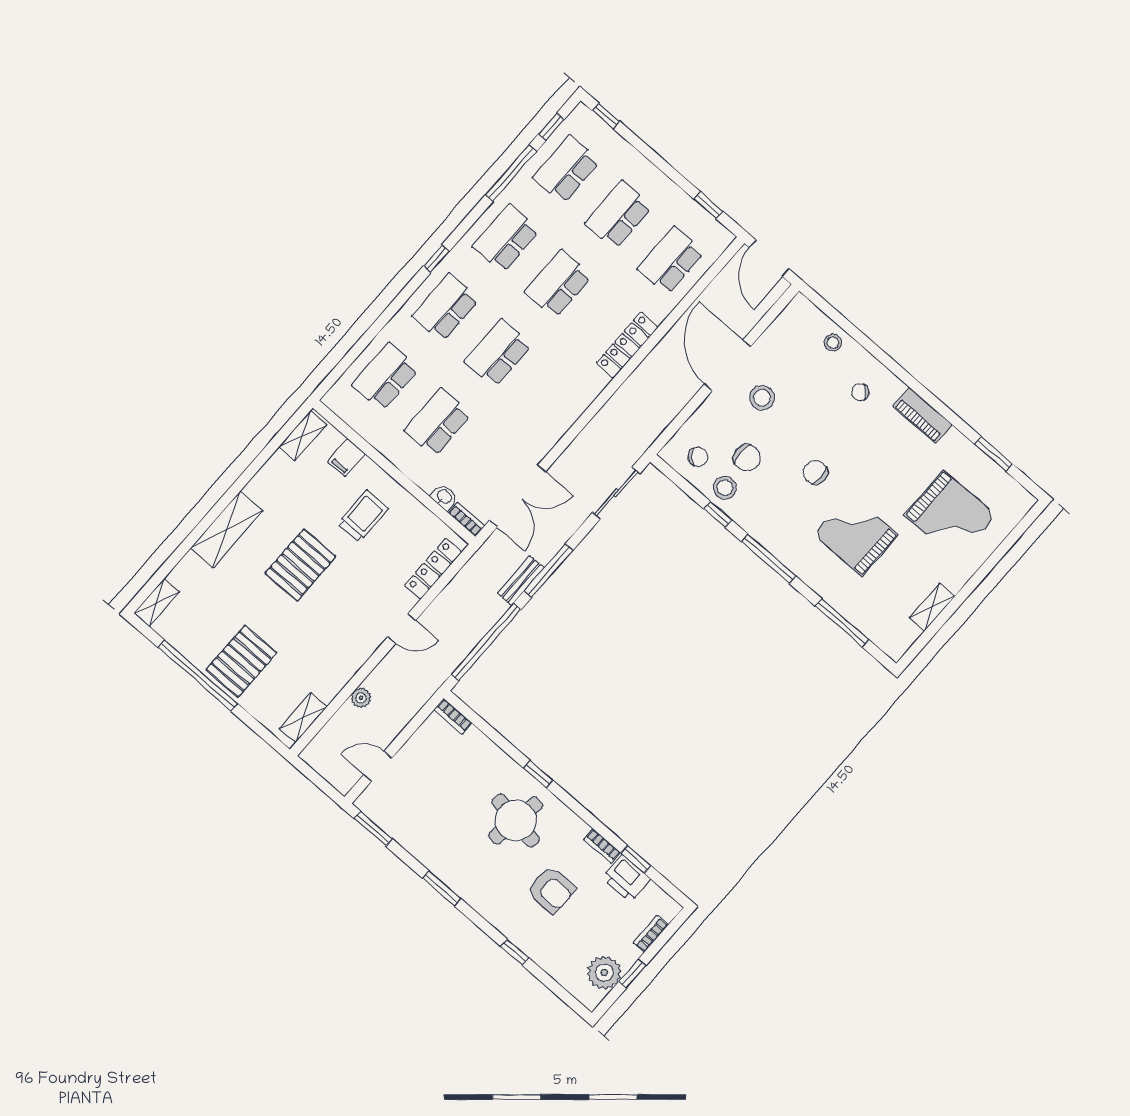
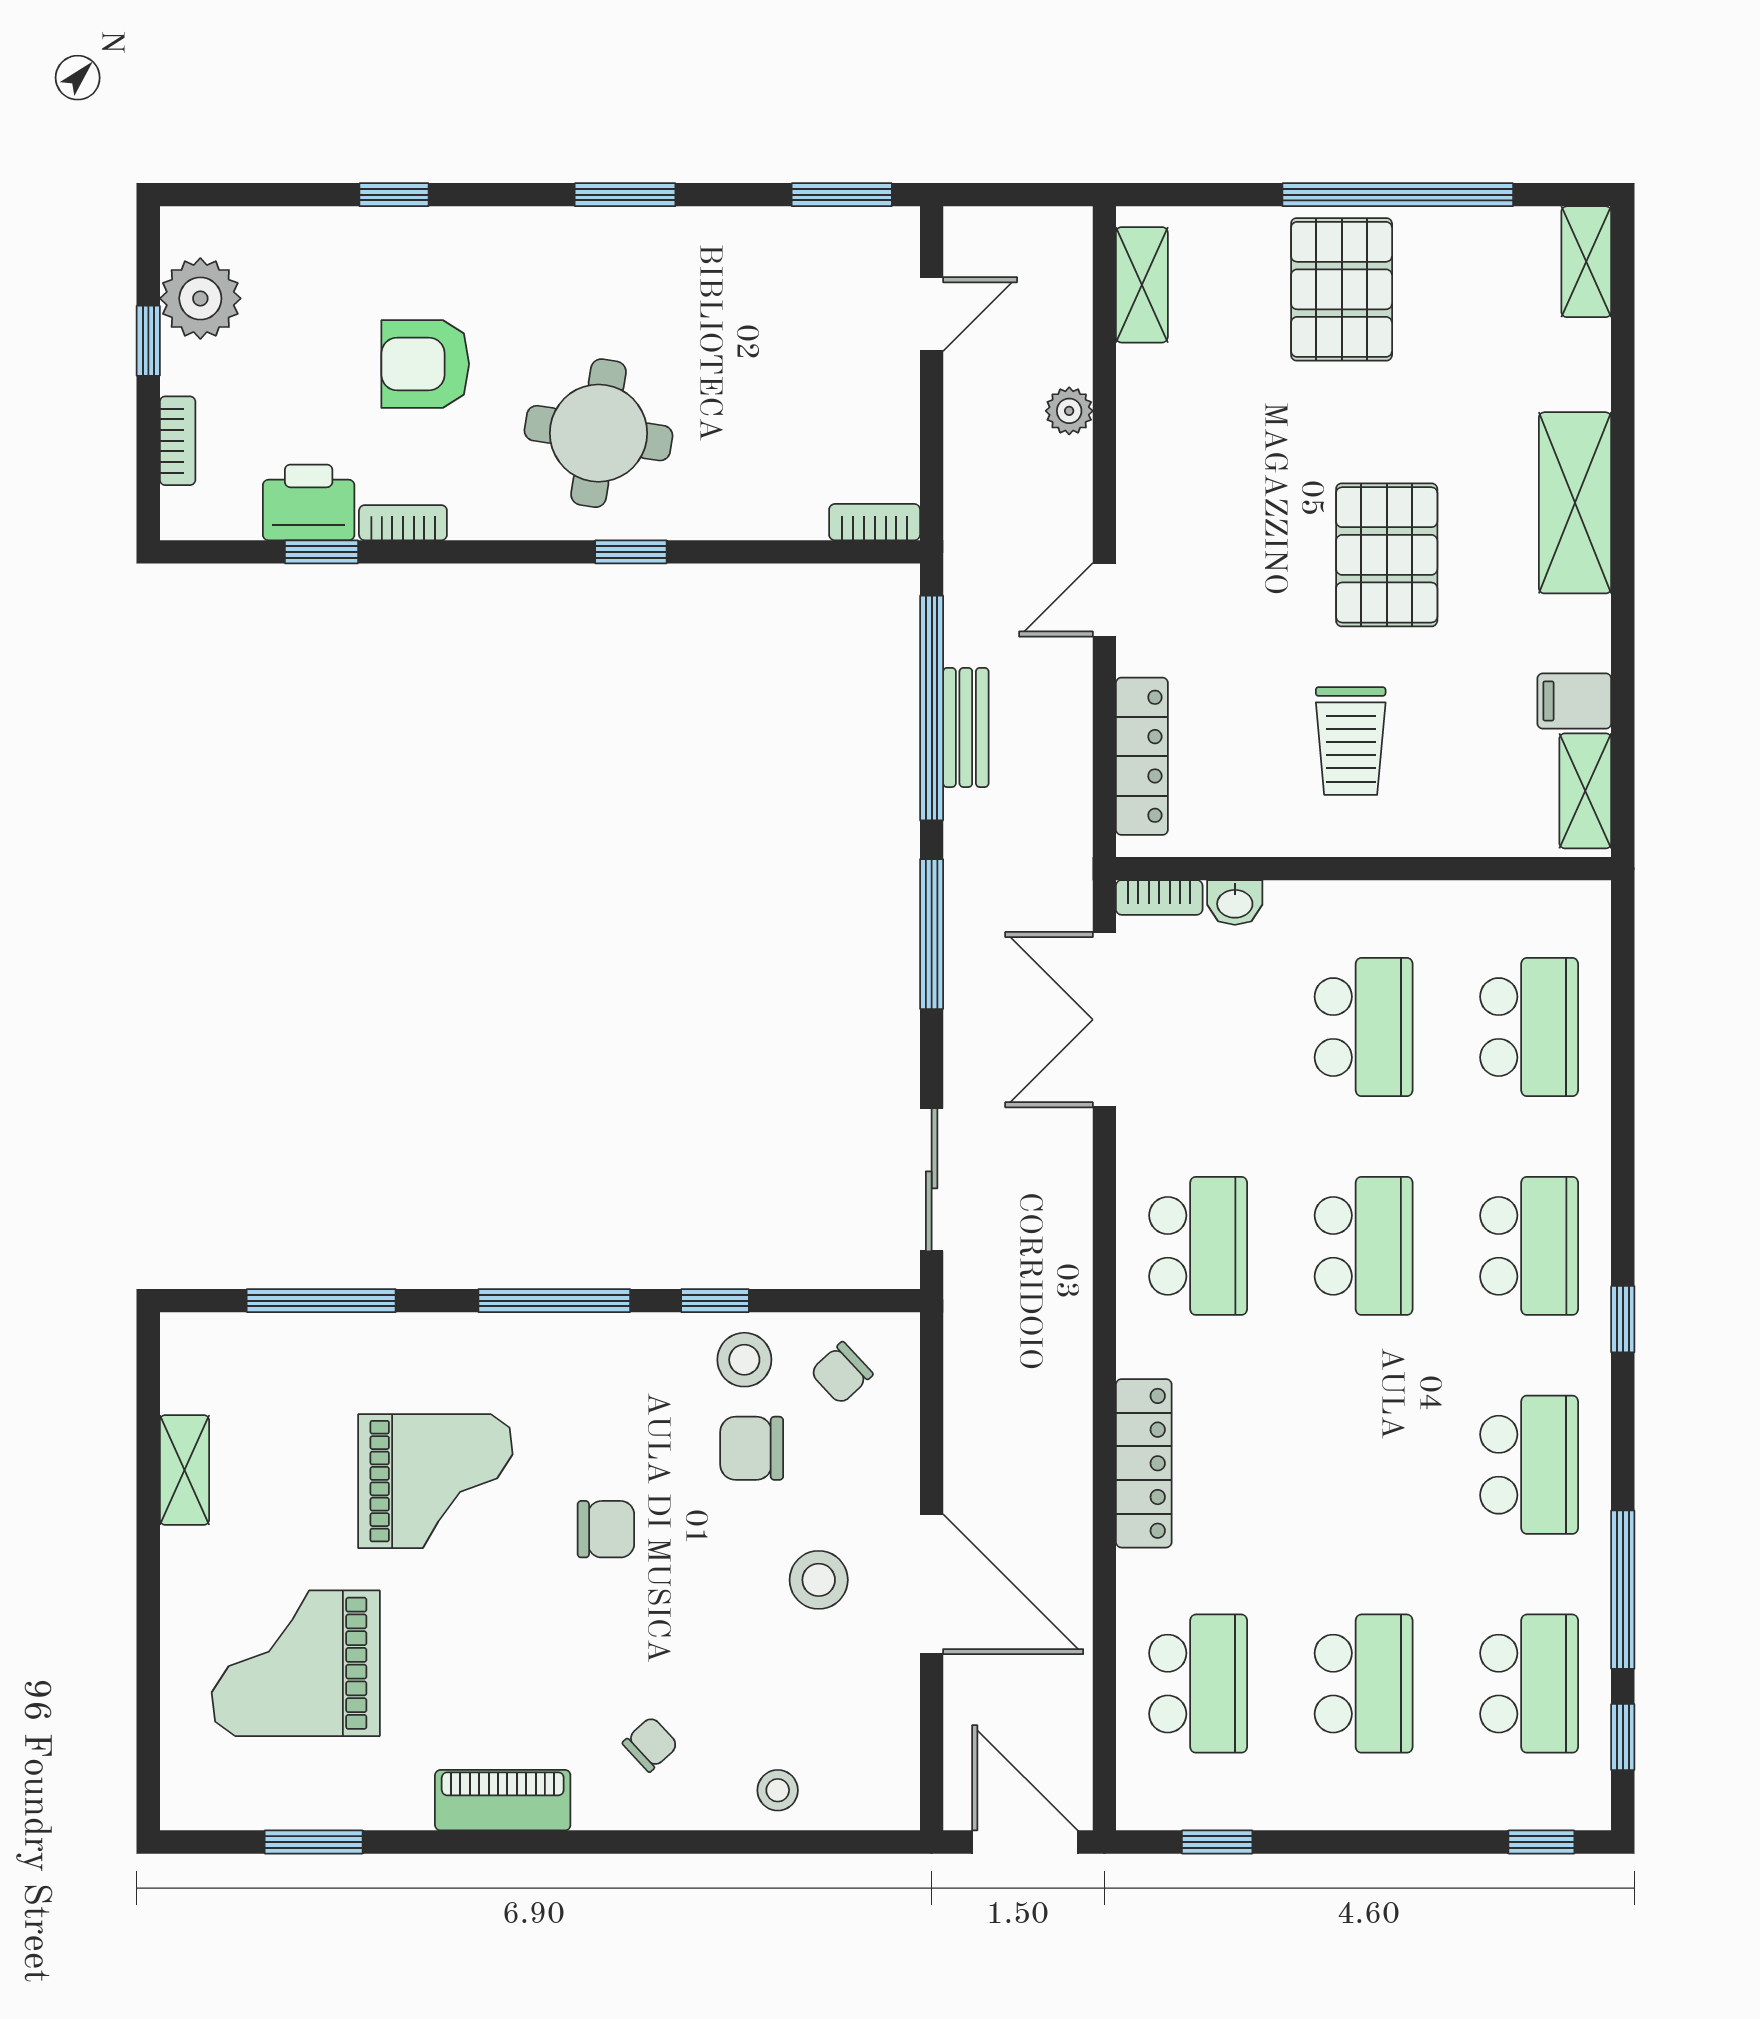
school desk: (558, 284) -> (1198, 1246), moved
filing cabinet: (347, 458) -> (1574, 701), moved, turned -90
bench: (521, 581) -> (966, 727), moved

